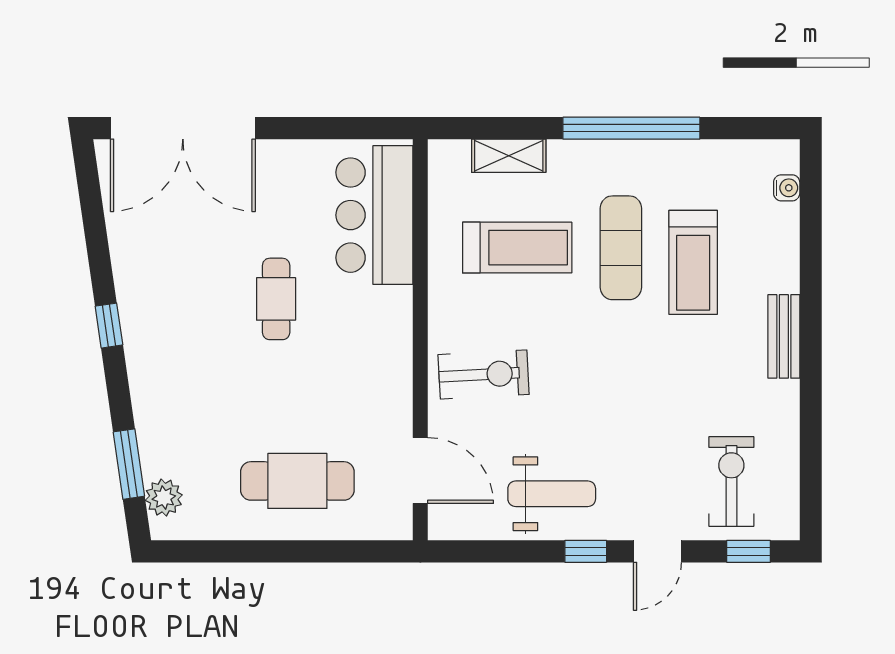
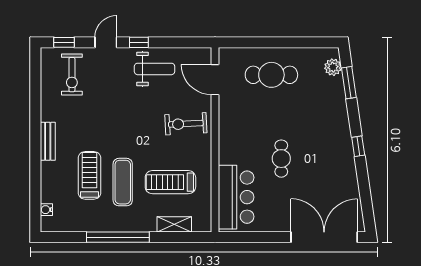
weight bench: (552, 494) -> (155, 69), turned 180

